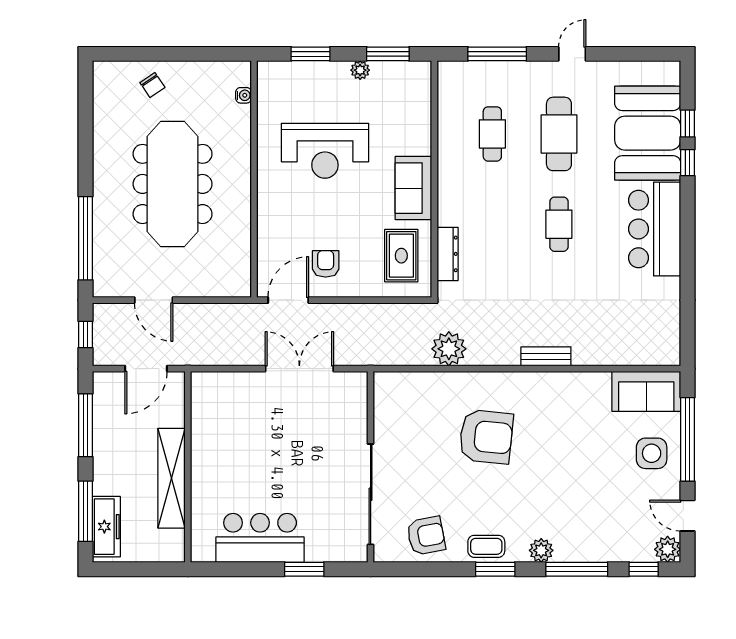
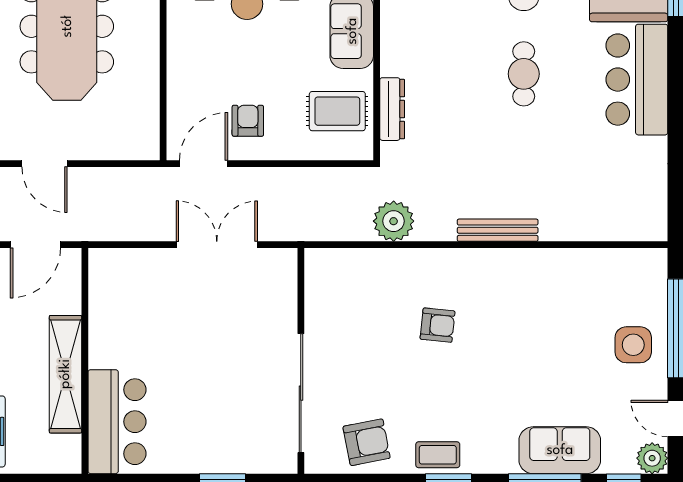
rug: (401, 256) -> (337, 111), turned 90
bench: (546, 356) -> (498, 230), width x1.36
sofa: (646, 391) -> (560, 450), moved, turned 180
armchair: (486, 437) -> (438, 325), width x0.53, depth x0.53
bar counter: (260, 538) -> (117, 422), moved, turned 90
plant: (541, 550) -> (503, 460), removed

